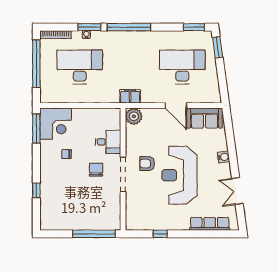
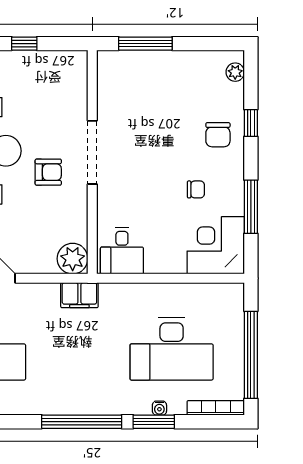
window: (36, 129) -> (251, 207), moved
desk: (108, 142) -> (122, 251), moved, turned -90
chair: (96, 170) -> (218, 135), moved
plant: (45, 218) -> (235, 72), added
window: (94, 234) -> (145, 44), width x0.68

